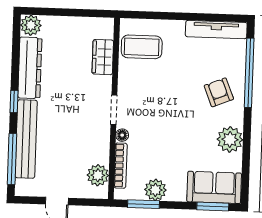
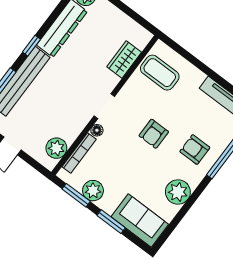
armchair: (219, 92) -> (195, 150), turned -68
armchair: (174, 104) -> (154, 134), added
window: (213, 207) -> (111, 222), moved

